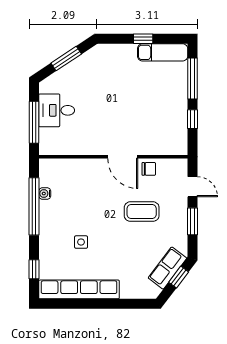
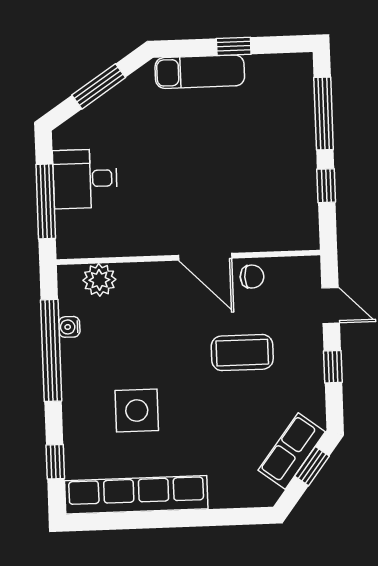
exam couch: (163, 52) -> (200, 72), moved
plant: (63, 168) -> (99, 280), added
window: (192, 221) -> (333, 367), width x0.67
side table: (81, 242) -> (137, 411), width x1.87, depth x1.87

